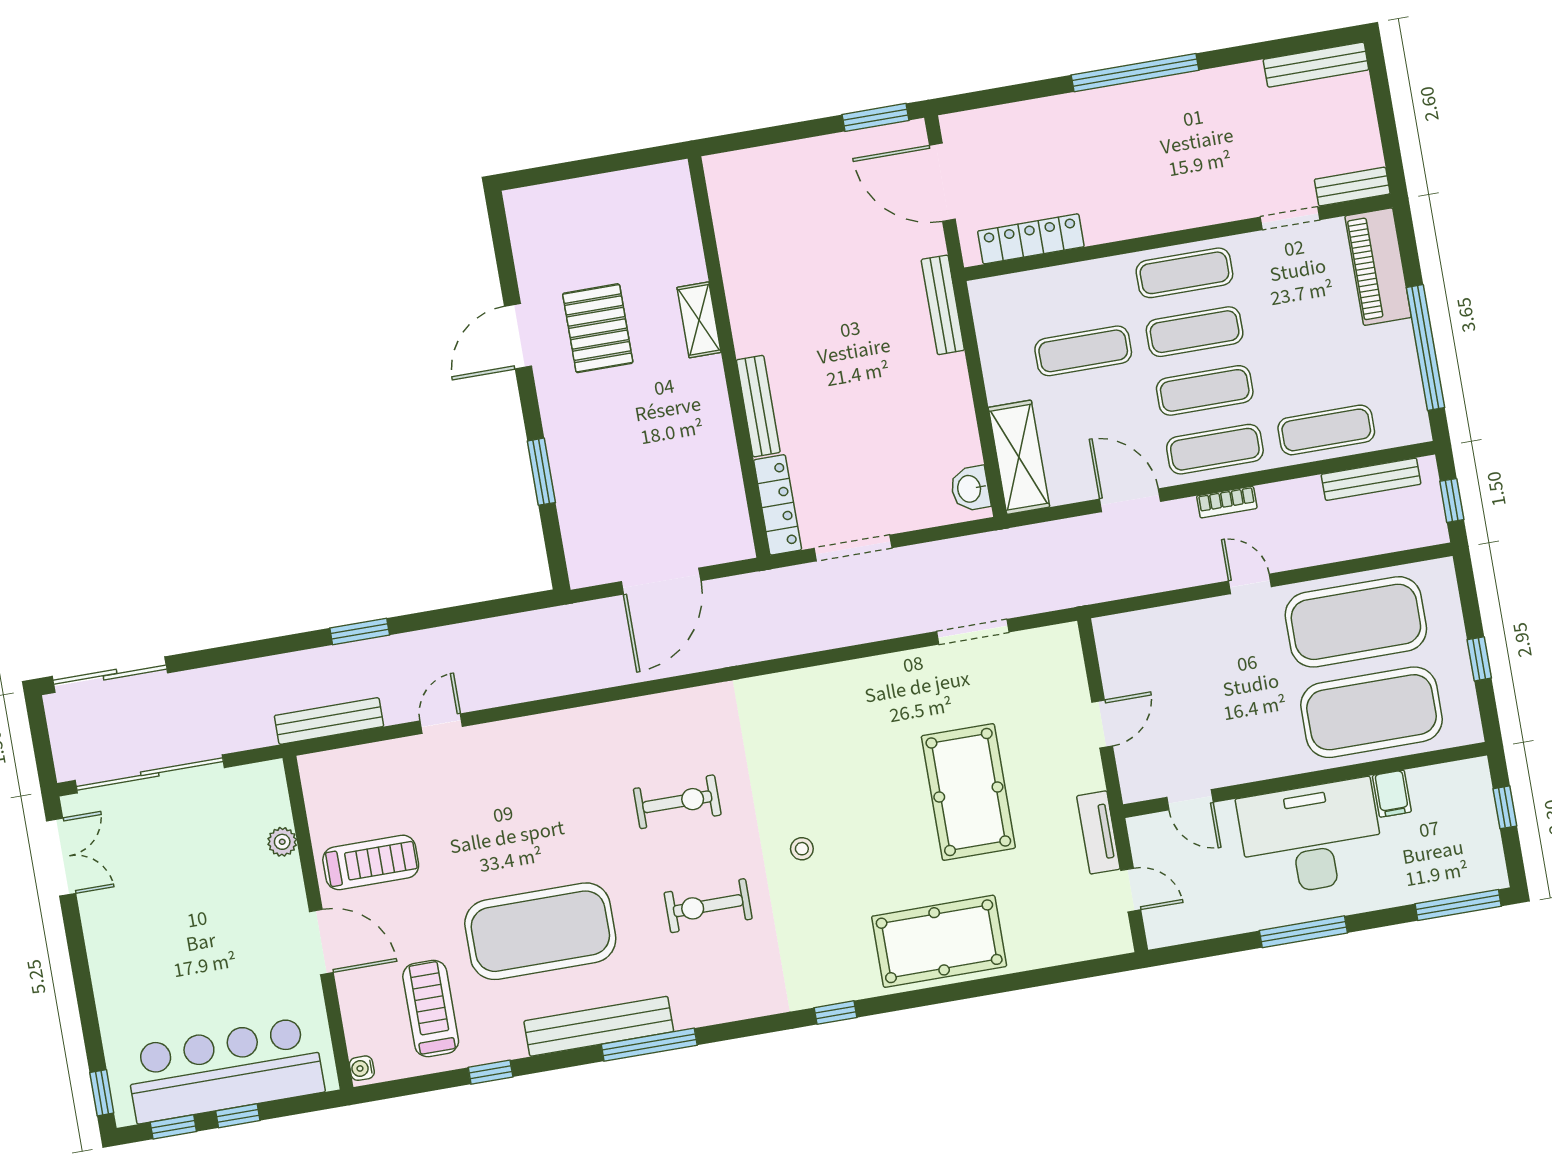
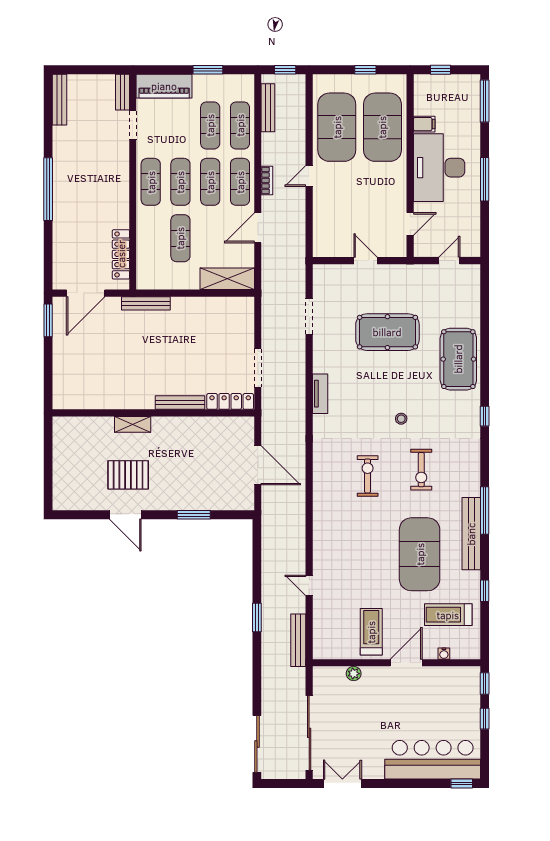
window: (1425, 347) -> (208, 70), width x0.47
exercise mat: (1316, 371) -> (210, 125), added
washbasin: (970, 489) -> (239, 305), removed
tv unit: (1098, 832) -> (320, 394), moved, turned -90
water cooler: (362, 1068) -> (444, 654), moved
bar counter: (225, 1070) -> (433, 760), moved, turned 90
window: (173, 1127) -> (485, 684), moved

